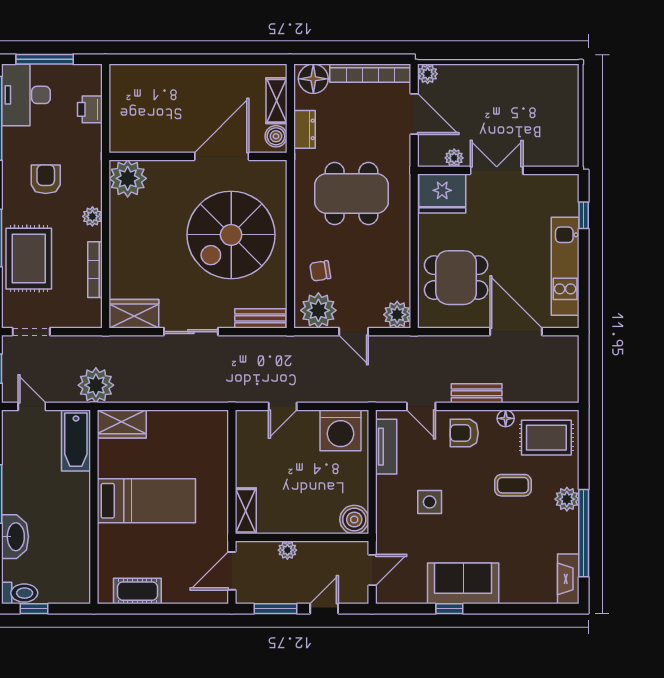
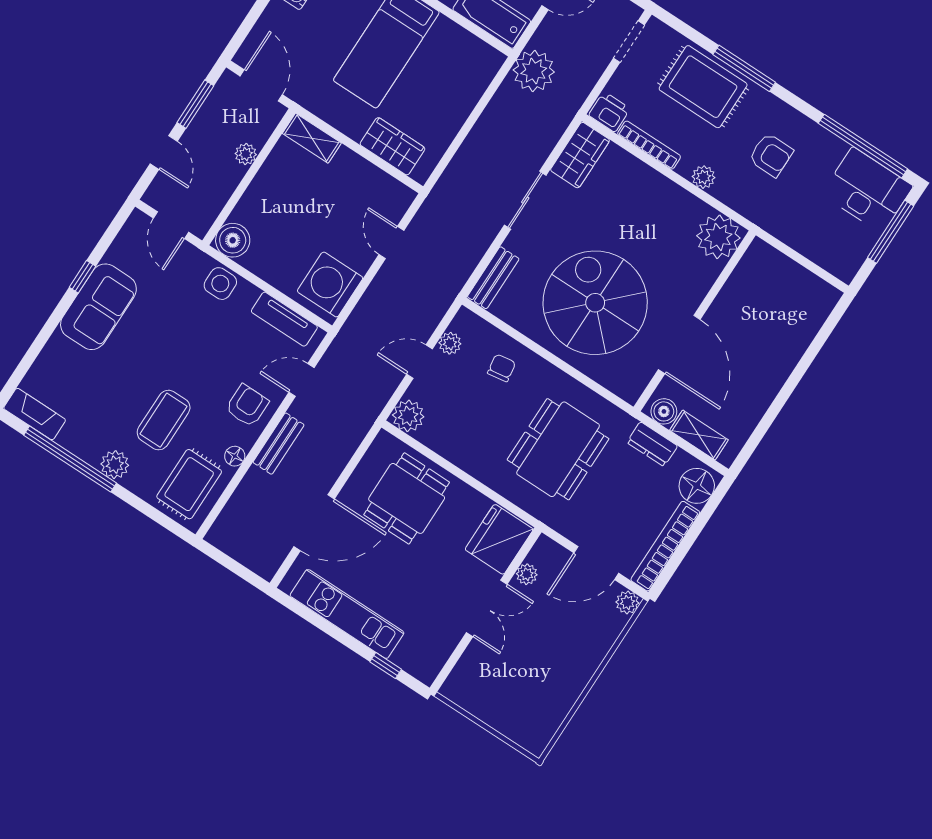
printer: (90, 109) -> (609, 112), moved
plant: (318, 310) -> (450, 343), width x0.53, depth x0.53
wardrobe: (122, 424) -> (392, 146), moved, turned 90
coffee table: (513, 485) -> (164, 420), width x1.36, depth x1.30
side table: (430, 502) -> (220, 284), moved

